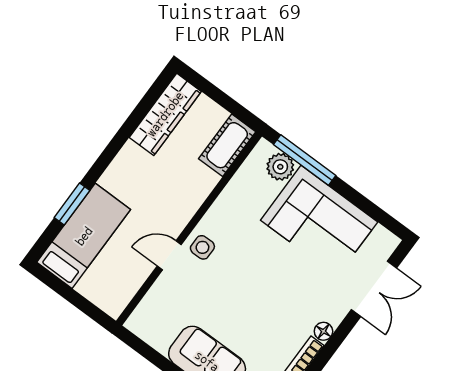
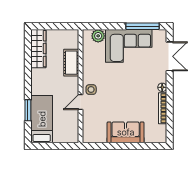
cot: (227, 145) -> (71, 63), moved
window: (305, 160) -> (142, 26), moved

